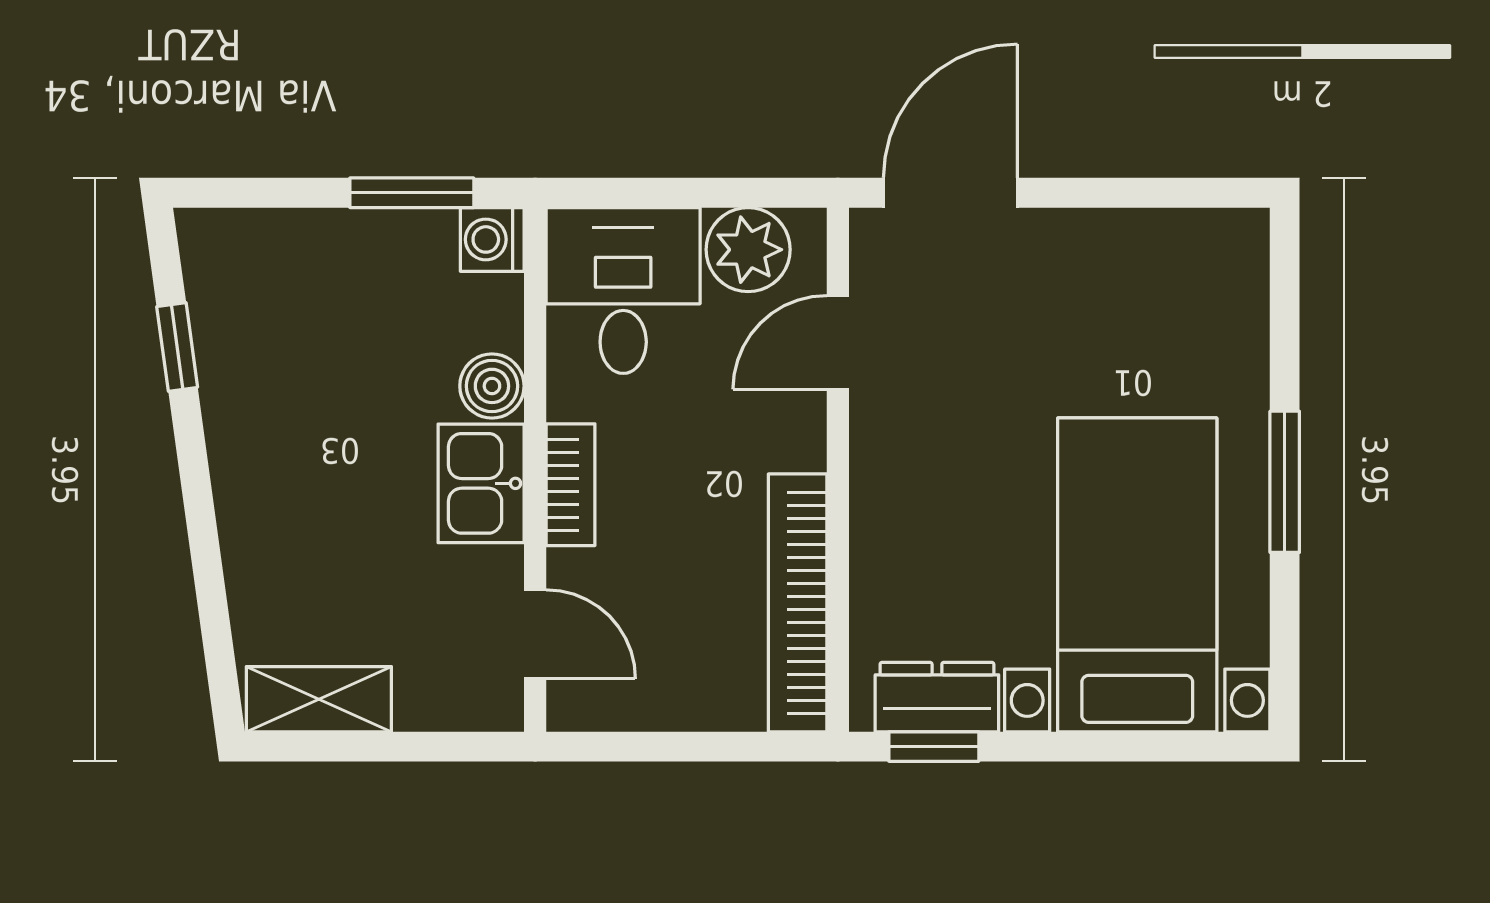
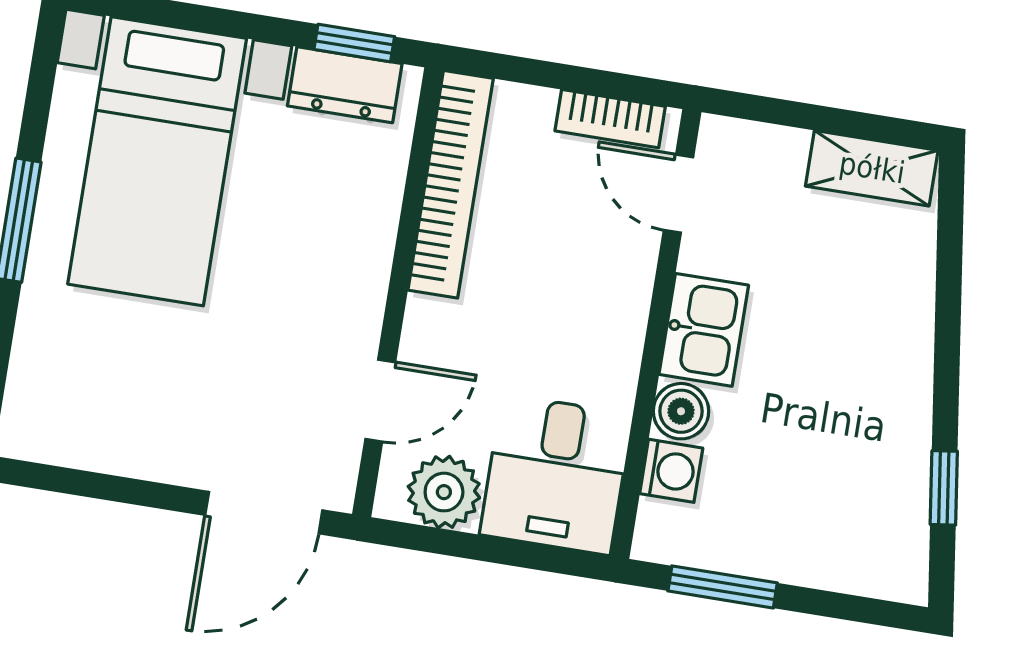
washing machine: (492, 239) -> (671, 471), moved
bookcase: (571, 485) -> (610, 119), moved, turned -90

